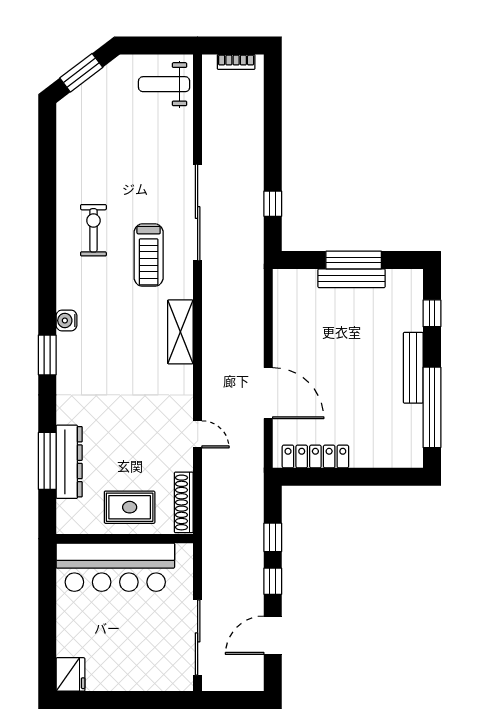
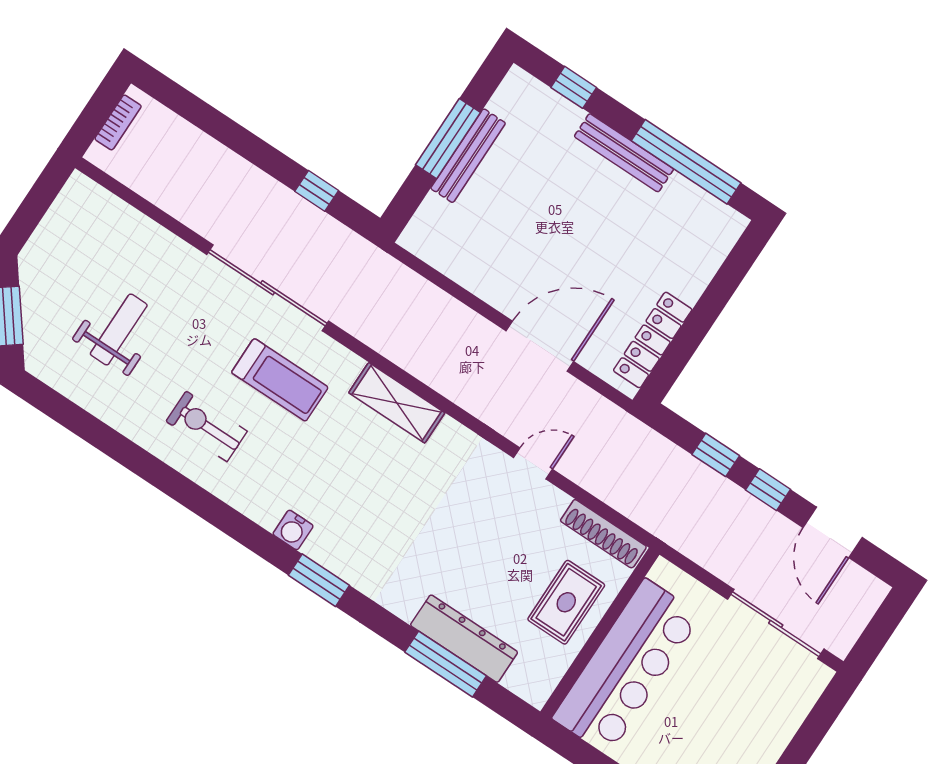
weight bench: (164, 84) -> (119, 330), moved, turned 180

